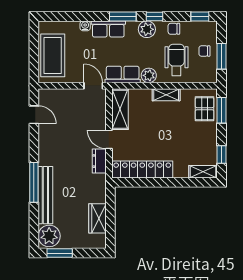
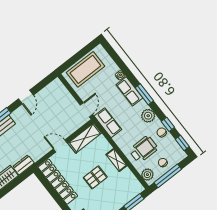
window: (155, 16) -> (168, 124), moved
window: (221, 56) -> (168, 176), width x1.44
plant: (149, 75) -> (147, 175), moved
pallet: (205, 109) -> (95, 177), moved
door: (34, 115) -> (26, 97), moved
door: (109, 139) -> (60, 146), hinge flipped
dresser: (99, 161) -> (23, 165), moved

